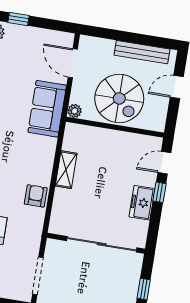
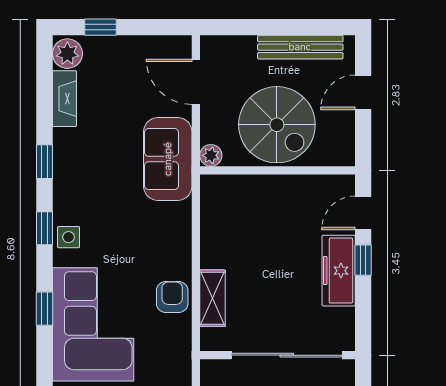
shelving: (66, 170) -> (213, 298), moved
freezer: (142, 203) -> (339, 271), width x1.40

